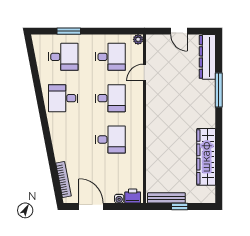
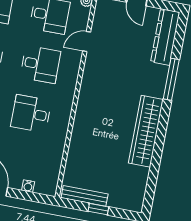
desk: (110, 140) -> (31, 114), turned 180
wardrobe: (206, 157) -> (146, 131), moved
printer: (133, 196) -> (45, 186), removed

